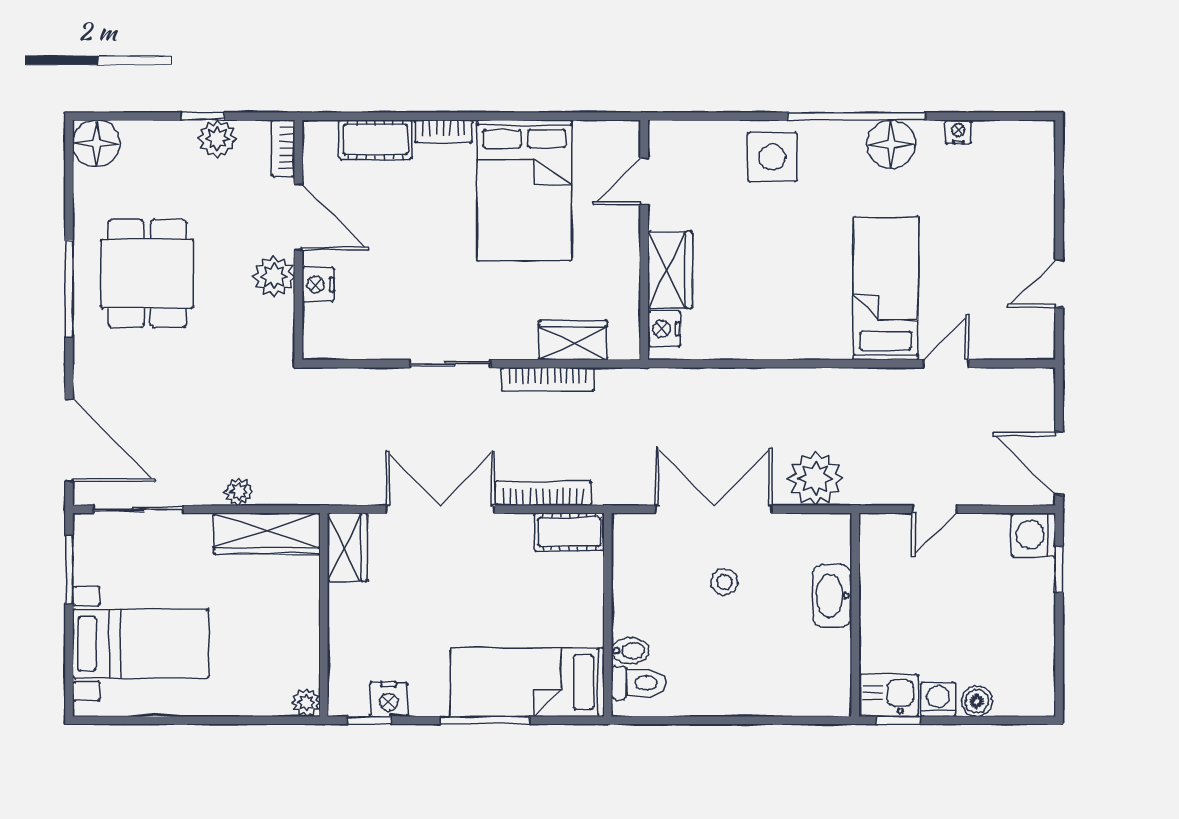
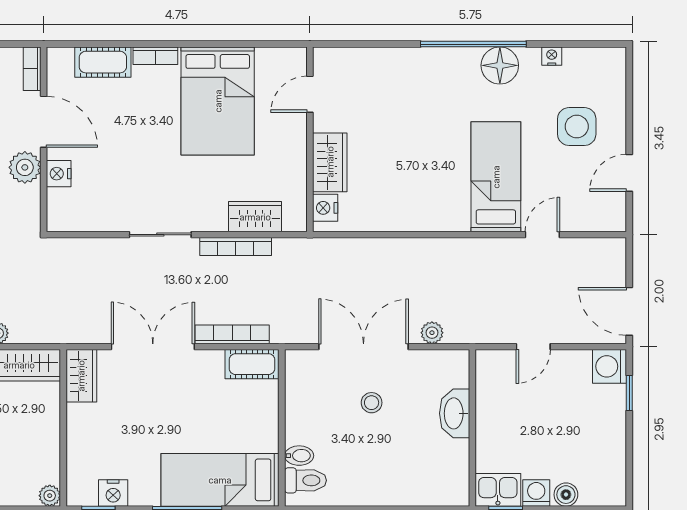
side table: (772, 157) -> (577, 127), moved
plant: (815, 478) -> (432, 333), width x0.53, depth x0.53

